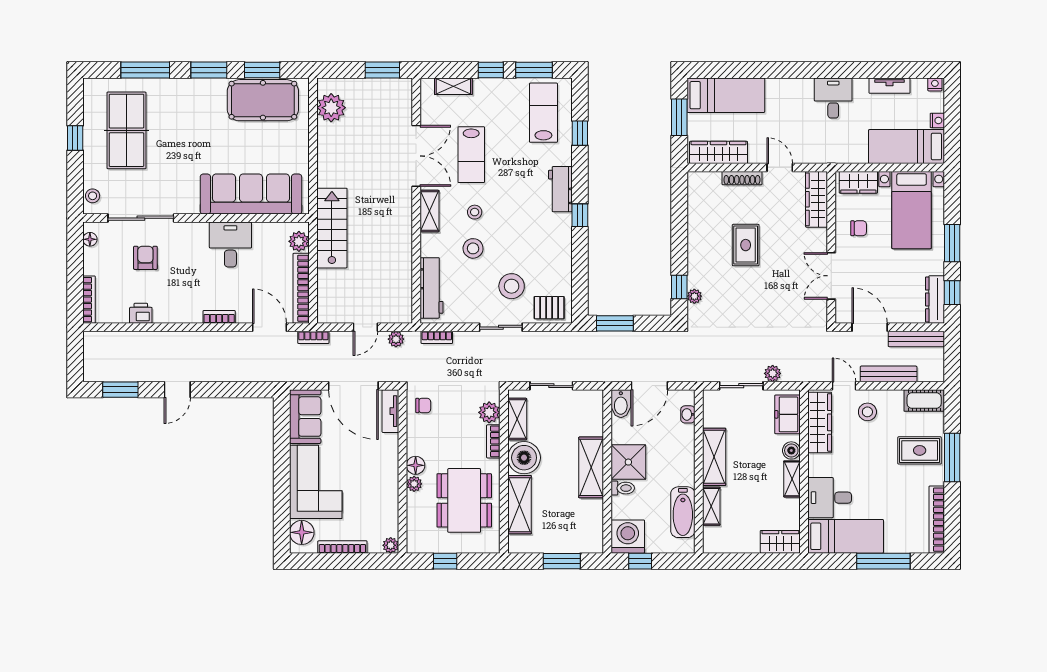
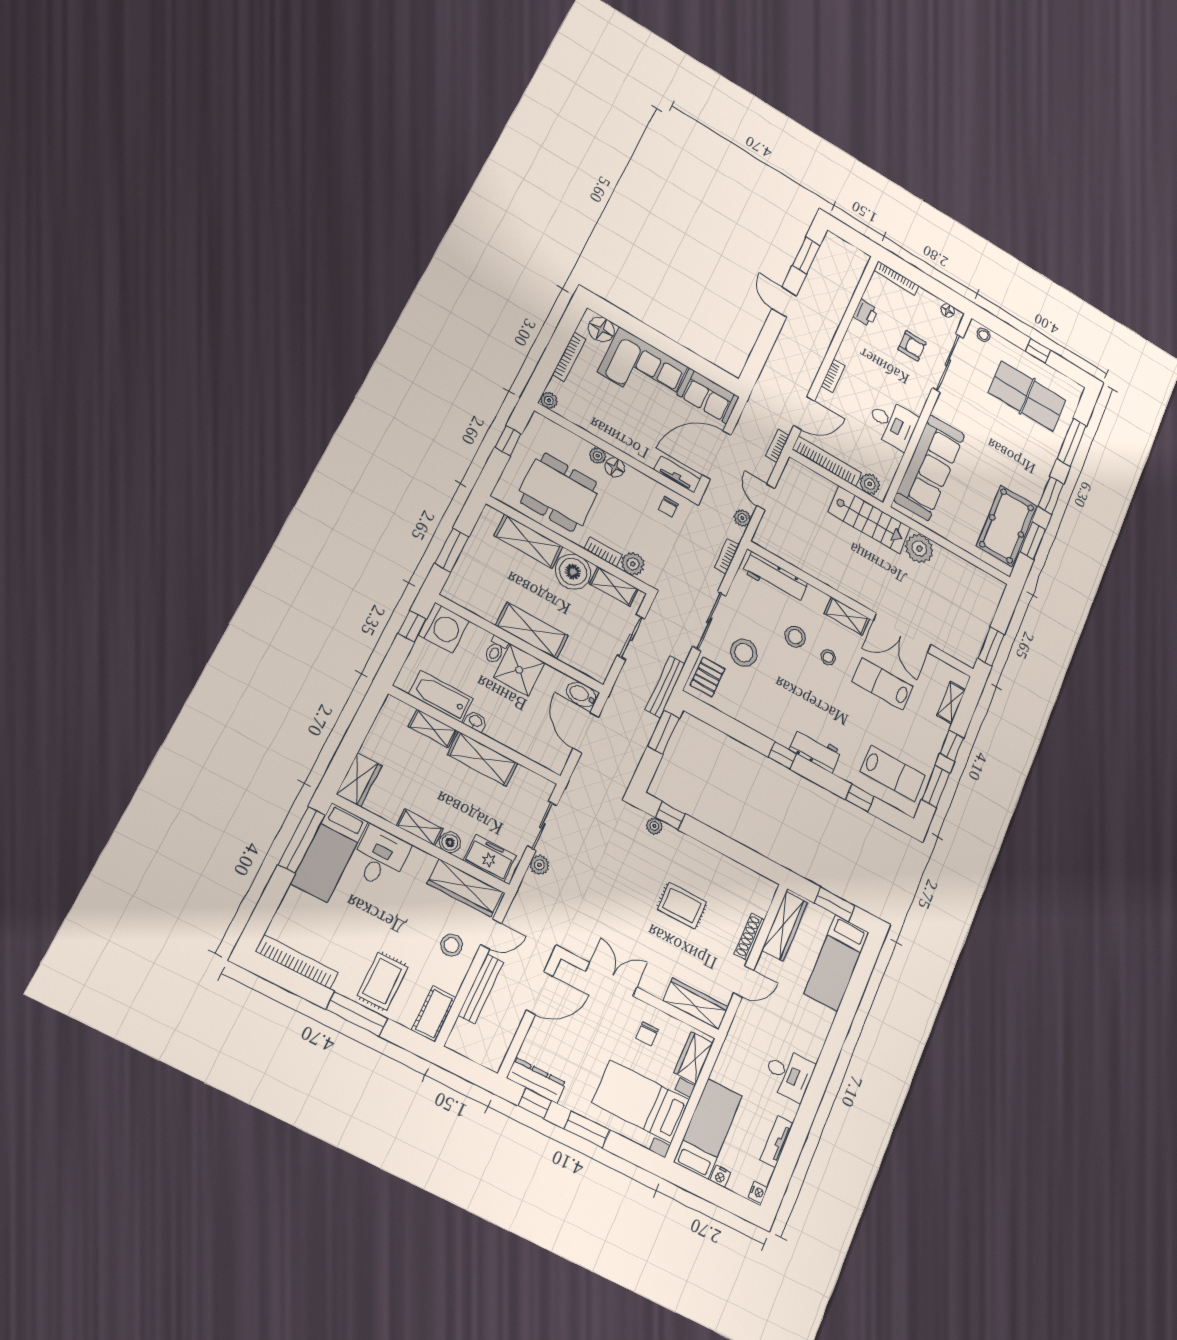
plant: (331, 108) -> (919, 548), moved
sliding door: (501, 327) -> (709, 621), width x1.37
bench: (916, 339) -> (665, 687), moved
washbasin: (688, 414) -> (475, 721), moved
window: (883, 561) -> (302, 840), moved

